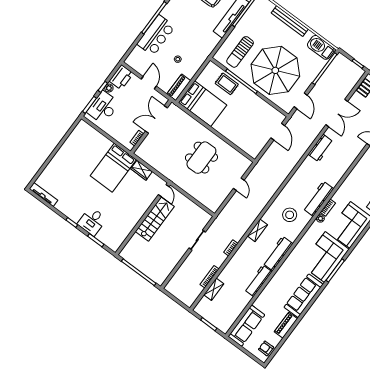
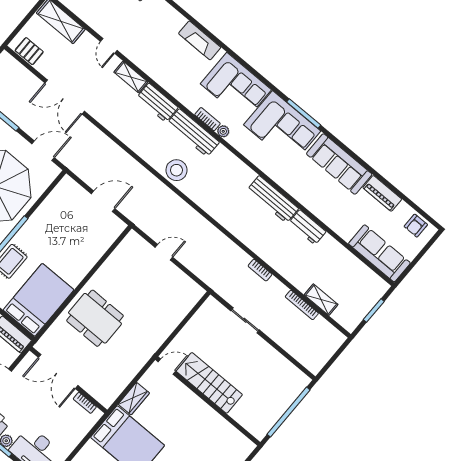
double door: (337, 113) -> (65, 97), swing flipped
door: (278, 132) -> (103, 201), moved
workbench: (321, 148) -> (157, 103), moved, turned 180
dining table: (201, 158) -> (95, 318), moved
stool: (290, 215) -> (176, 170), moved
shelving: (257, 230) -> (131, 77), moved
workbench: (258, 281) -> (307, 227), width x0.73

